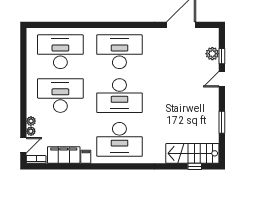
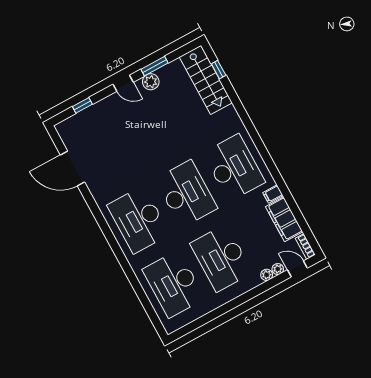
plant: (212, 54) -> (151, 82), moved
door: (222, 79) -> (123, 83), moved

